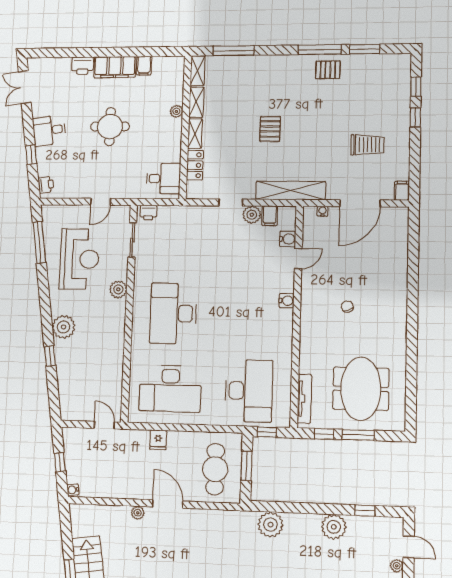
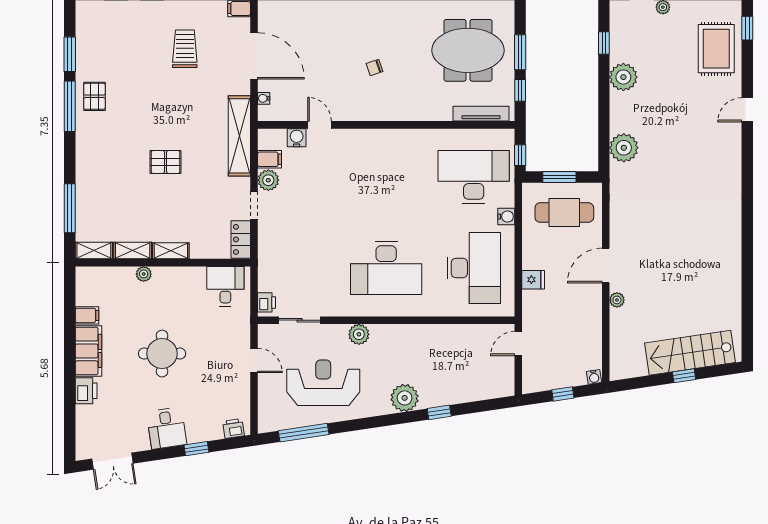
locker: (195, 165) -> (241, 239), moved, turned -90
water cooler: (287, 301) -> (506, 216), moved, turned 90

